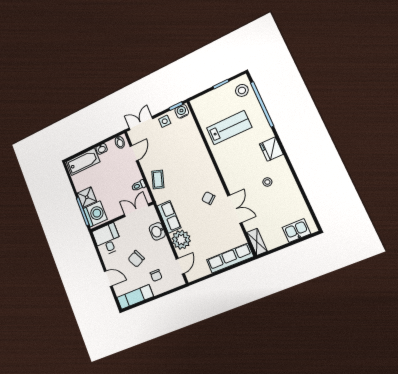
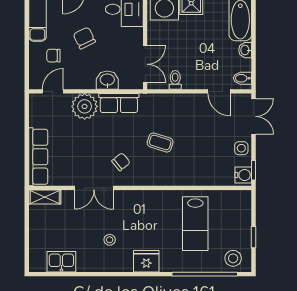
coffee table: (158, 180) -> (160, 142), moved
kitchen sink: (296, 231) -> (61, 262), moved, turned -90
door: (180, 266) -> (53, 91), swing flipped

